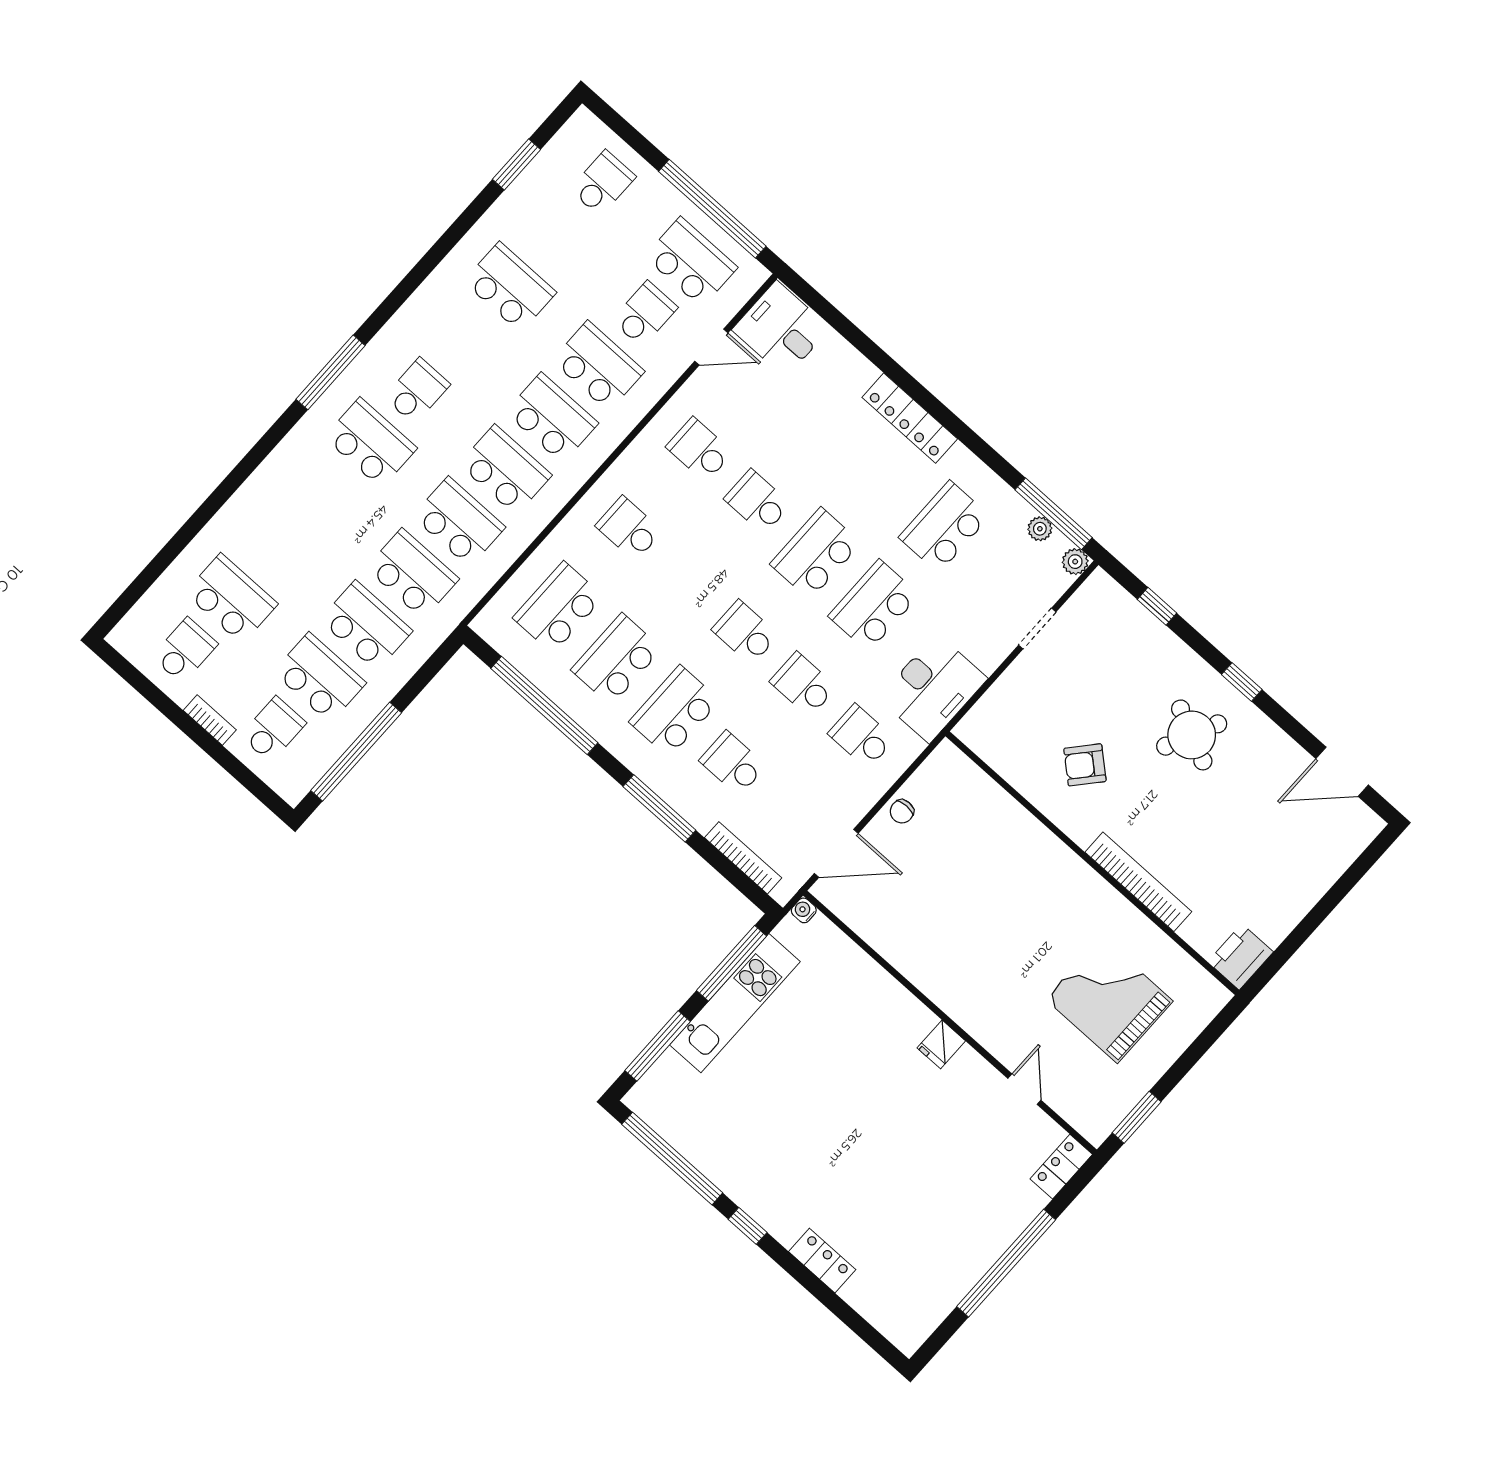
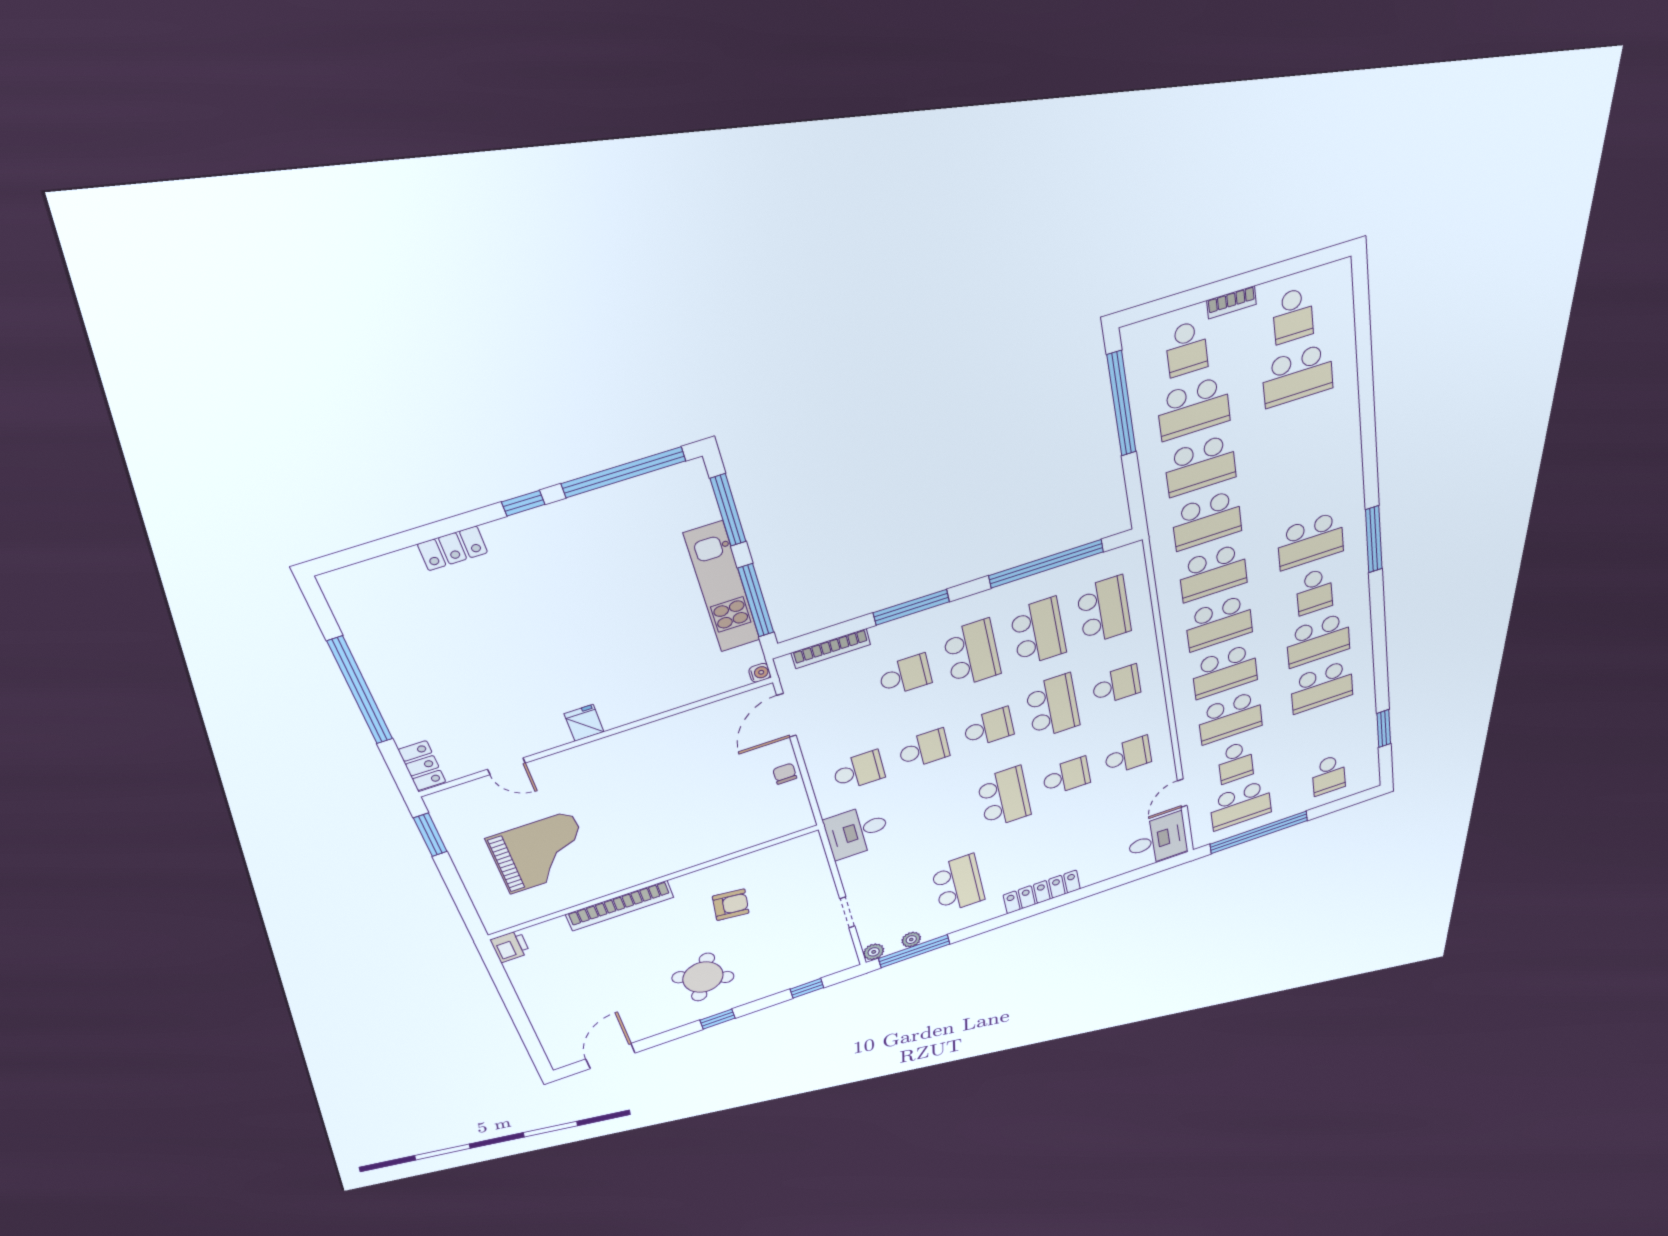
school desk: (463, 339) -> (1318, 640), added
school desk: (874, 606) -> (1053, 706), moved
desk: (933, 688) -> (857, 831), width x0.73
armchair: (1085, 765) -> (731, 905), turned 56
printer: (1241, 957) -> (510, 946), width x0.73, depth x0.81

